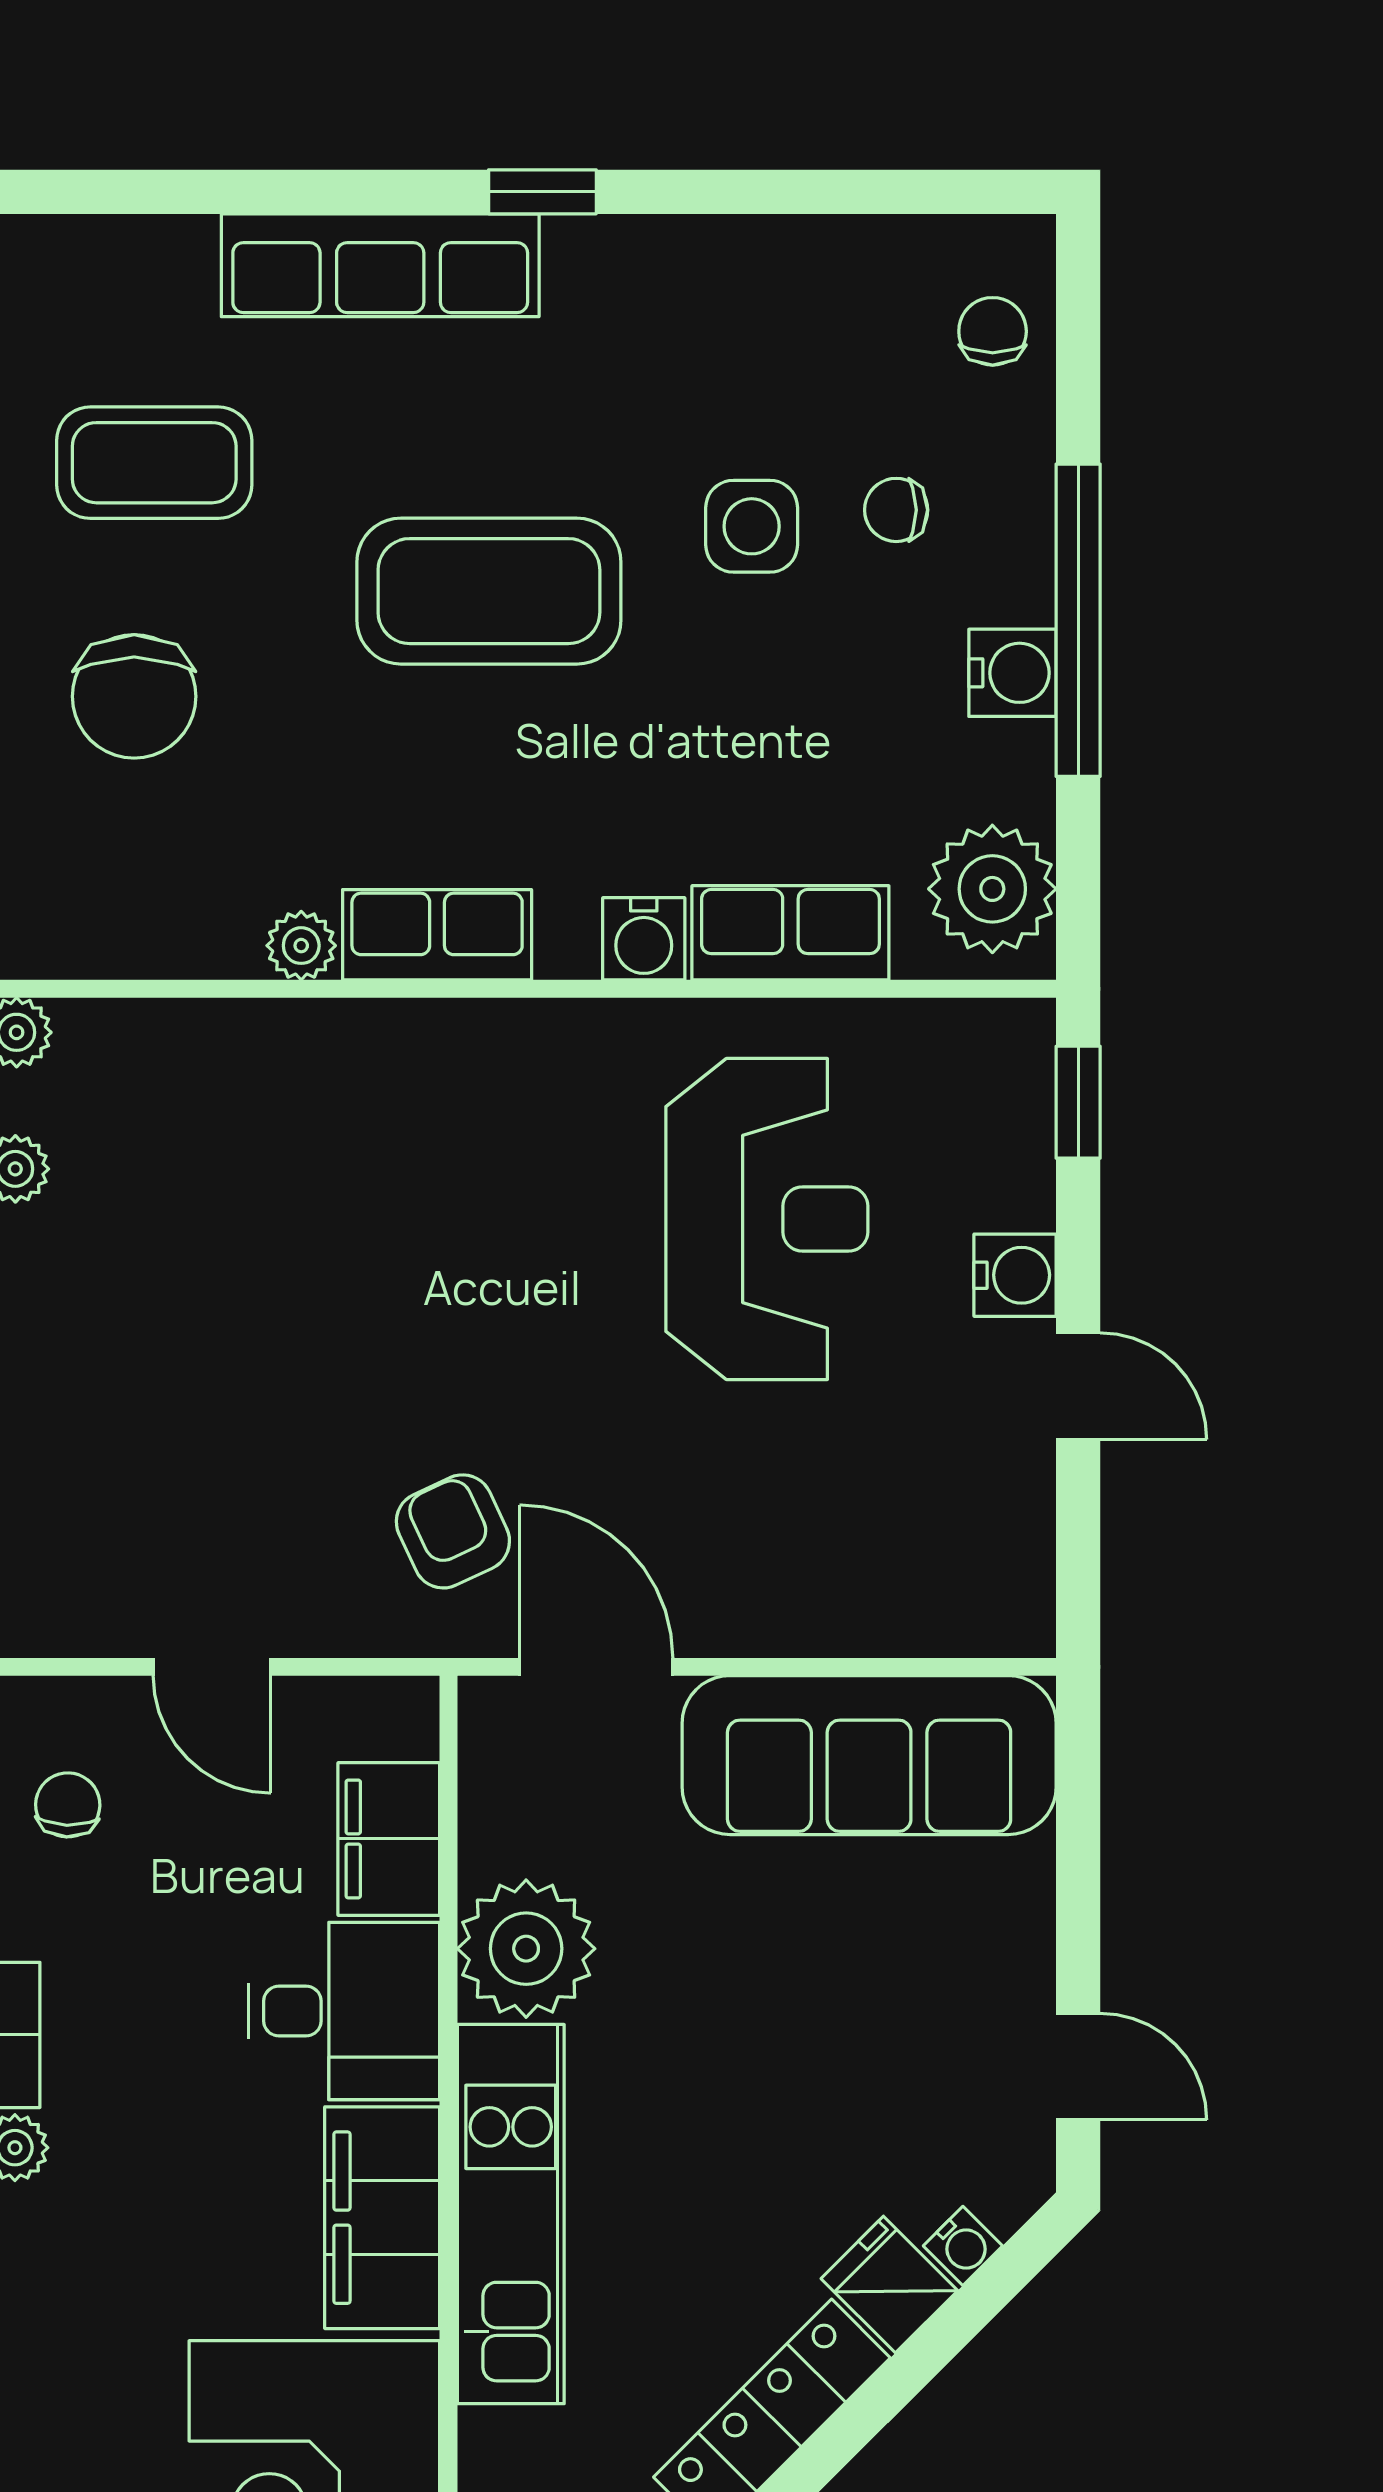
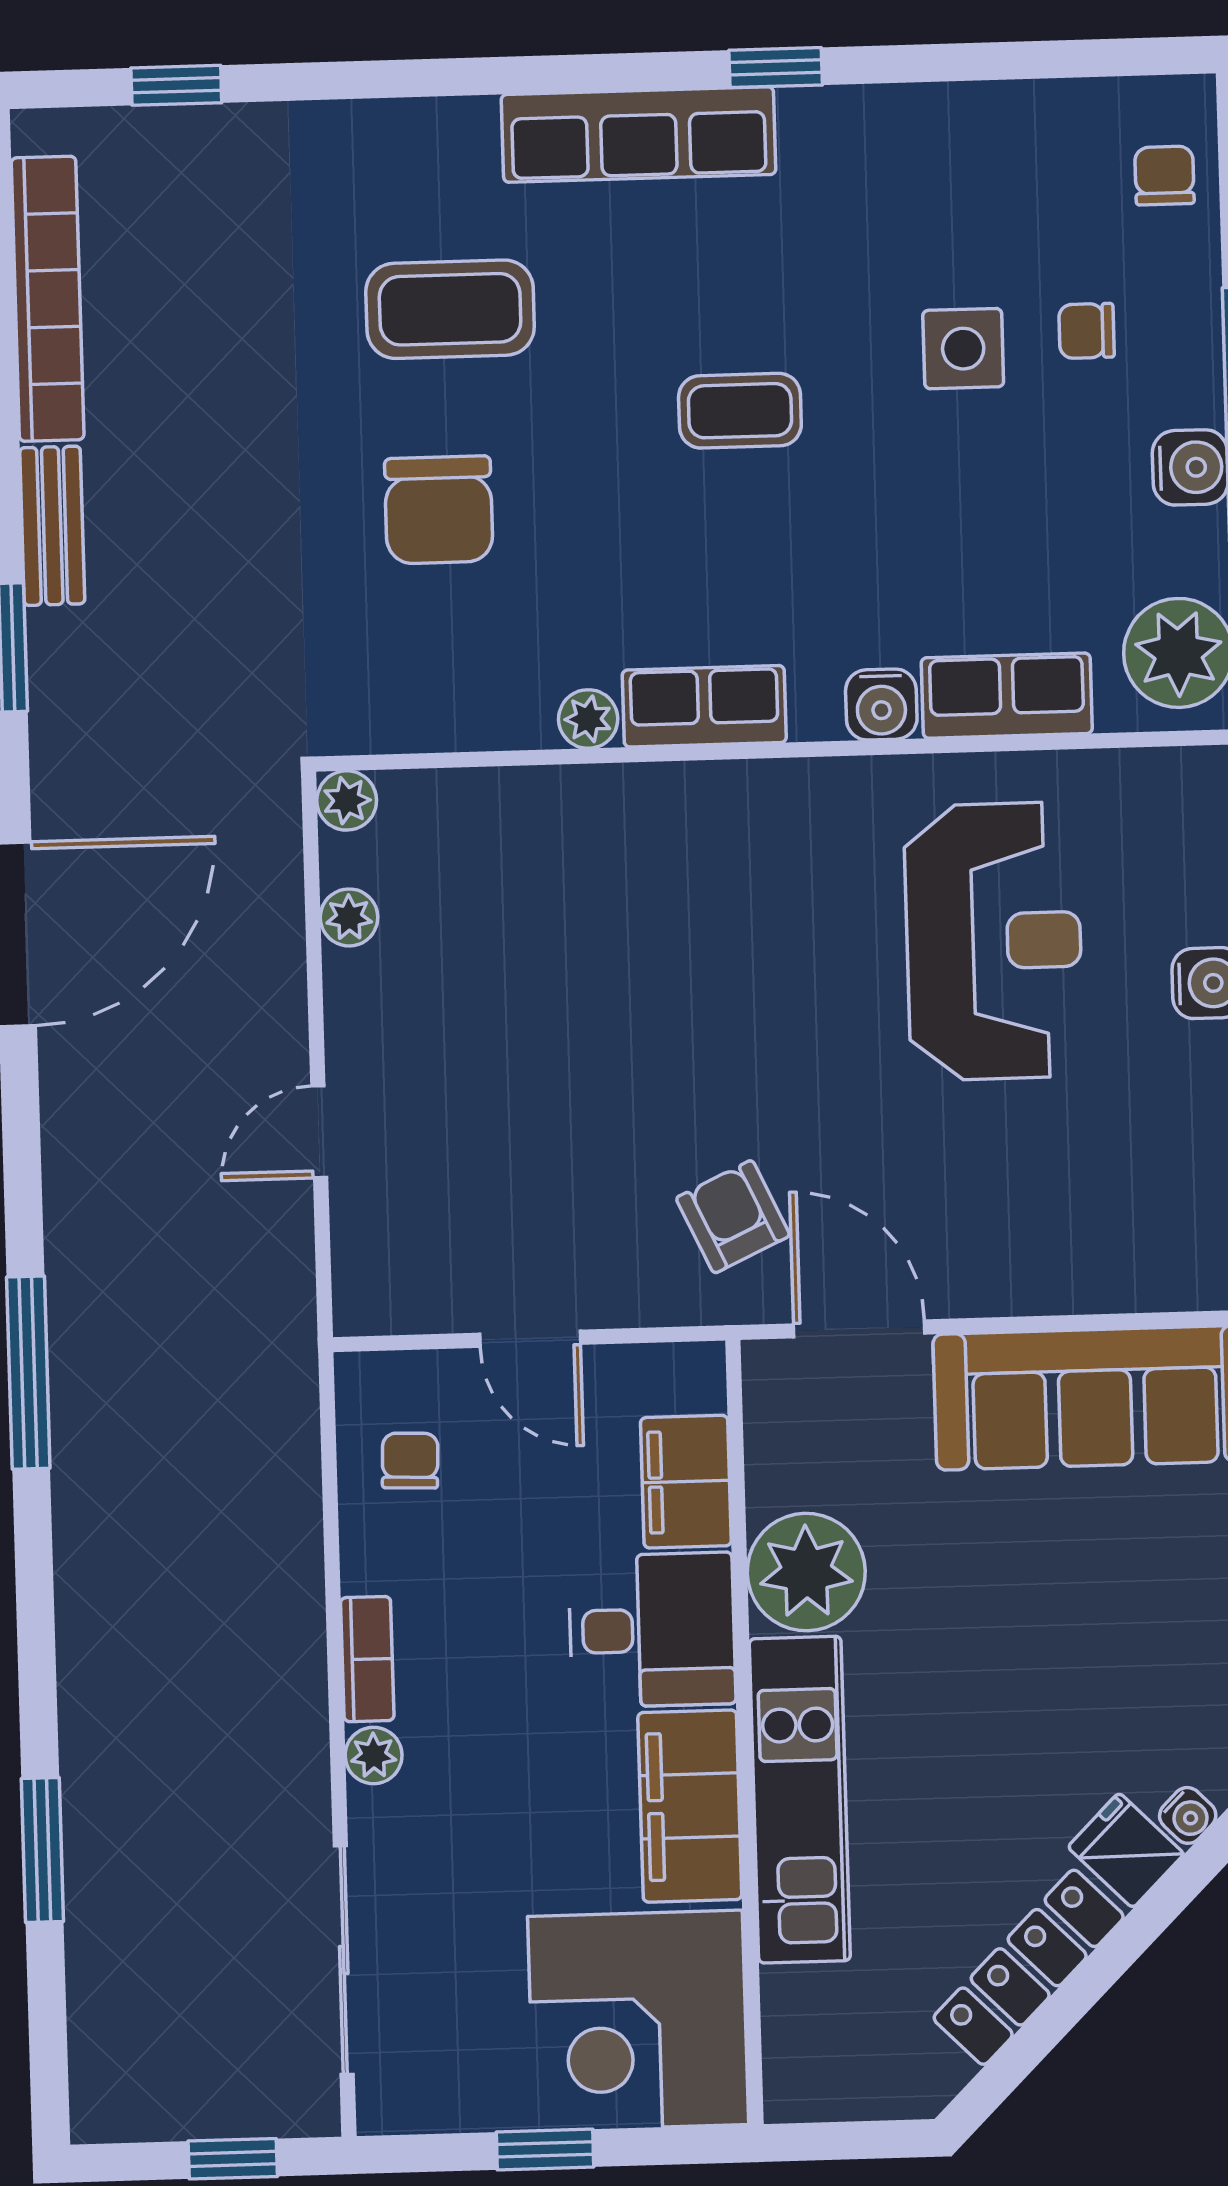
coffee table: (489, 591) -> (740, 411), width x0.54, depth x0.58

